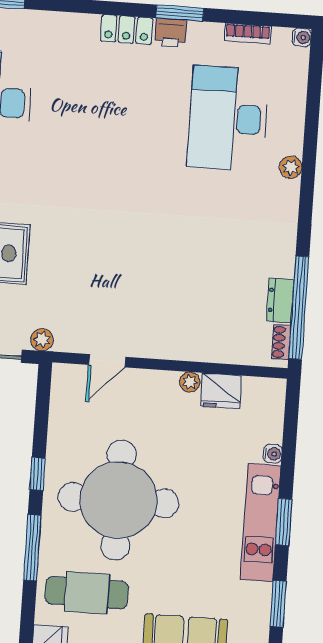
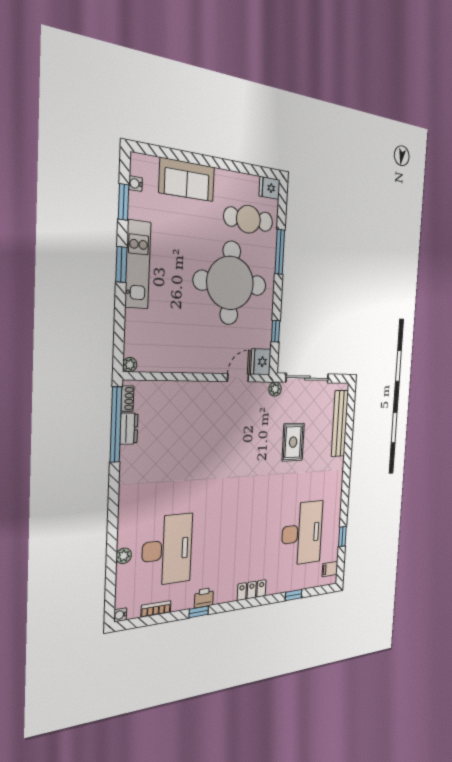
window: (180, 13) -> (199, 612), width x0.67
locker: (127, 30) -> (252, 590), moved
plant: (291, 167) -> (124, 556), moved
plant: (190, 382) -> (130, 365), moved
fridge: (221, 391) -> (261, 362), moved, turned -90
water cooler: (273, 454) -> (136, 184), moved
window: (38, 474) -> (276, 331), moved

